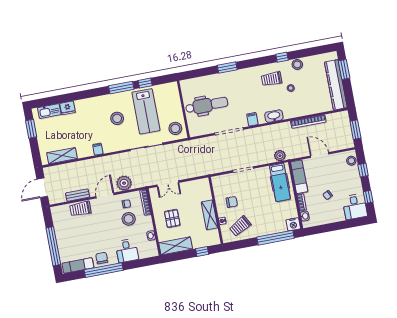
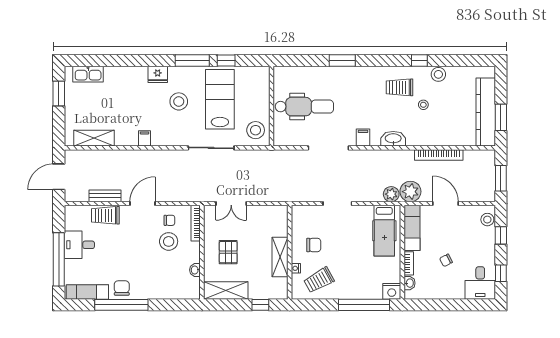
window: (344, 70) -> (501, 117), moved
fridge: (68, 108) -> (158, 74), moved
lab bench: (146, 111) -> (220, 99), turned 180
plant: (124, 183) -> (410, 192), moved
desk: (127, 251) -> (79, 245), moved, turned 90

